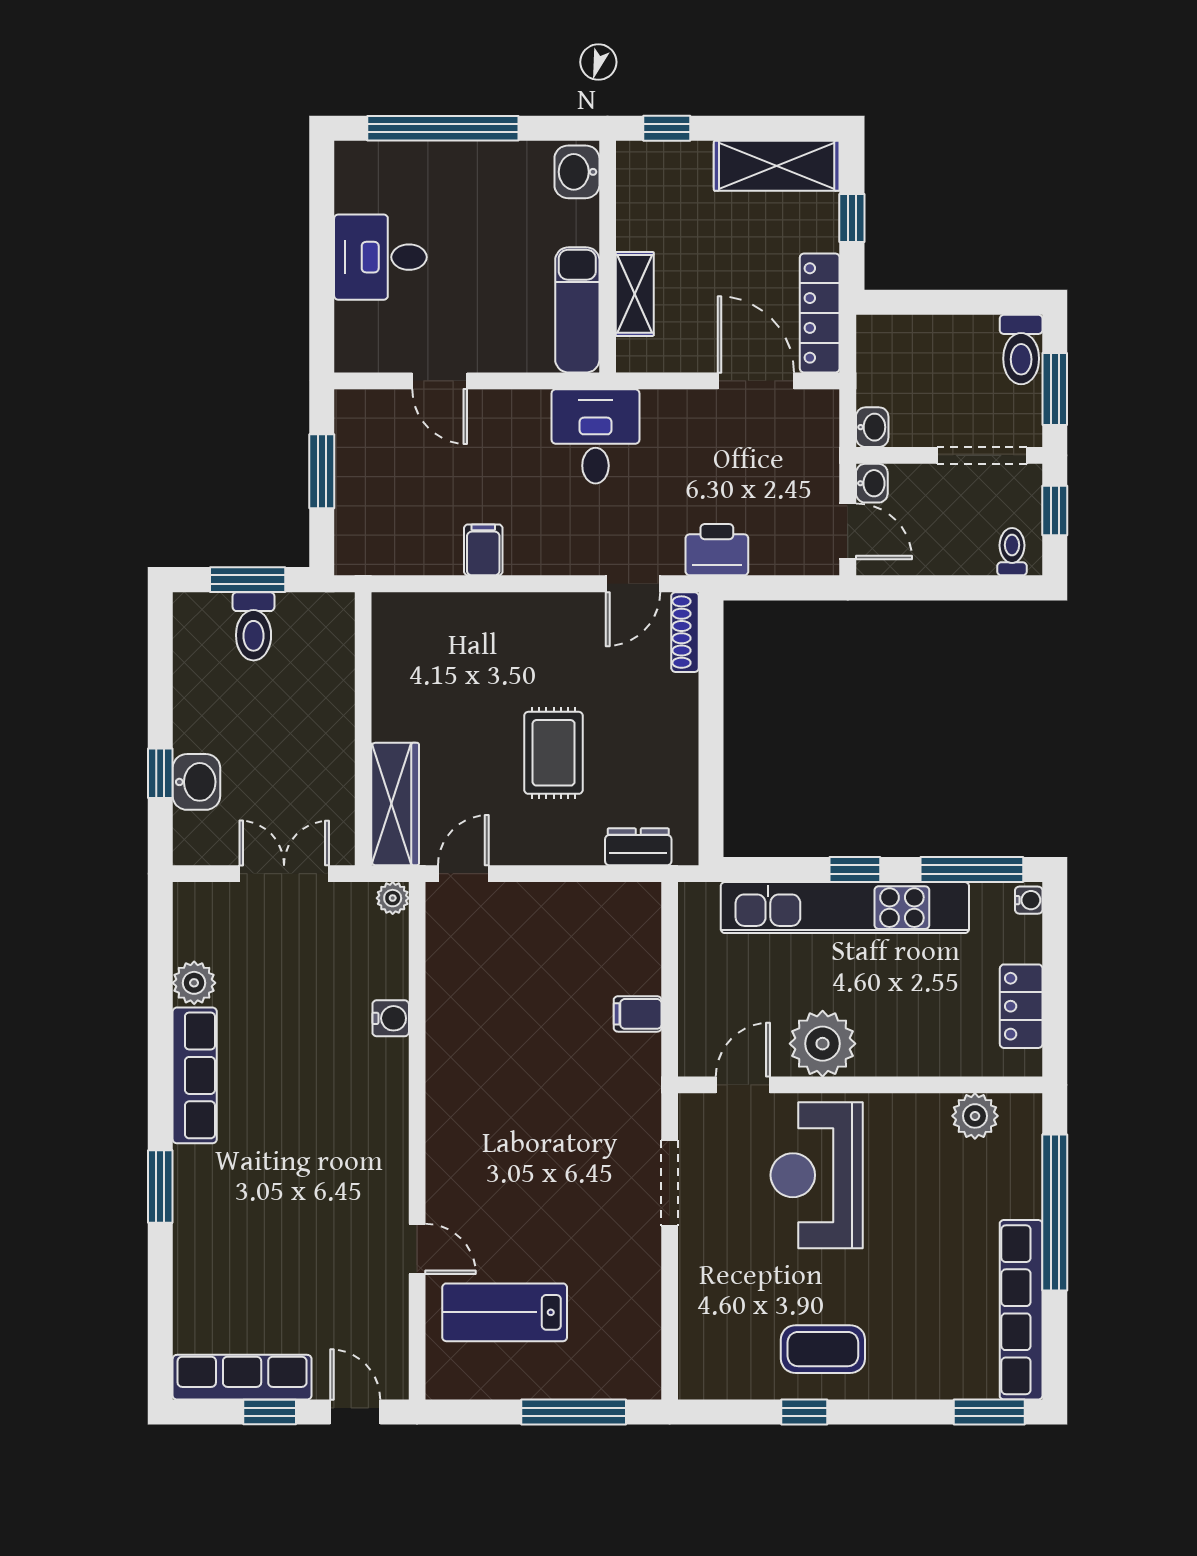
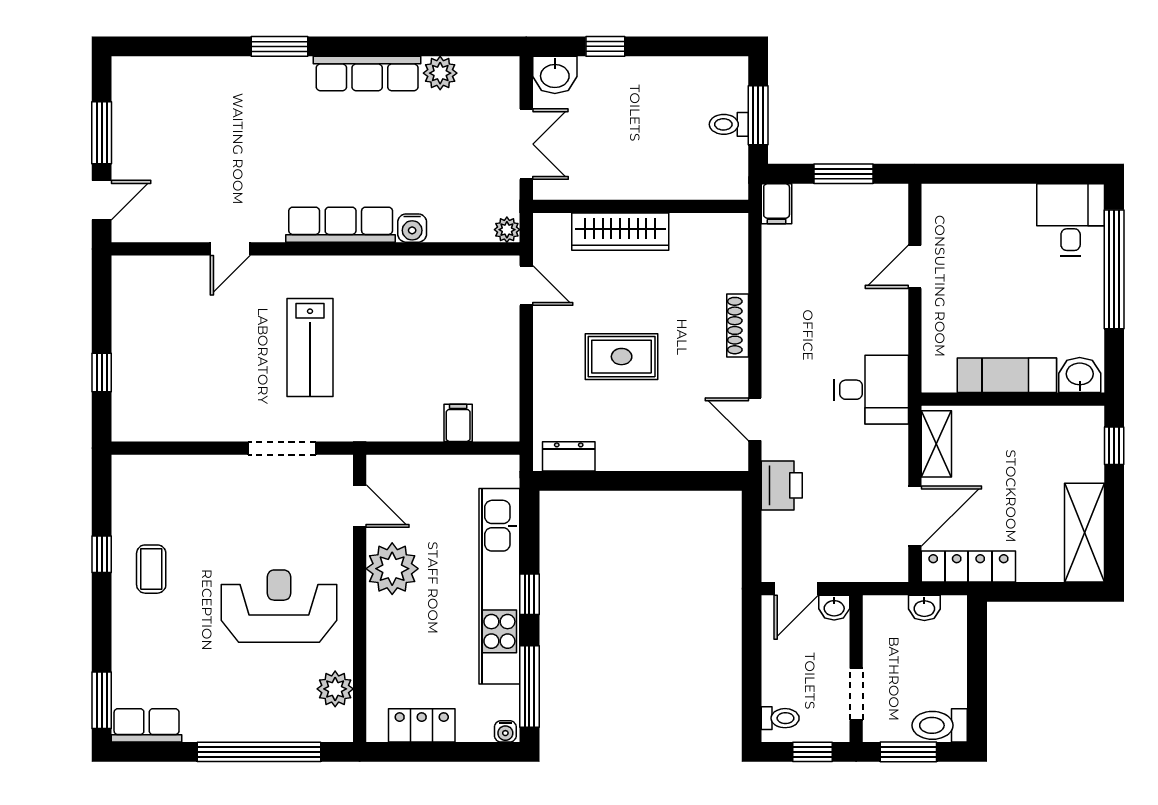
window: (852, 218) -> (1043, 592), removed
desk: (380, 257) -> (1071, 220), moved
shelving: (635, 294) -> (936, 444), moved, turned 90
exam couch: (577, 310) -> (1007, 375), moved
washbasin: (872, 427) -> (924, 608), moved
doorway: (982, 455) -> (856, 694), width x0.73
filing cabinet: (483, 550) -> (777, 204), moved, turned 90
toilet: (254, 626) -> (729, 124), width x0.73, depth x0.72
shoe rack: (685, 632) -> (738, 326), moved, turned -90
washbasin: (196, 782) -> (555, 75), moved
wardrobe: (395, 804) -> (620, 232), moved
dresser: (638, 847) -> (569, 456), moved, turned -90
filing cabinet: (638, 1014) -> (458, 423), moved
reception desk: (817, 1175) -> (279, 606), moved
row of seats: (1021, 1310) -> (147, 725), width x0.50
lab bench: (505, 1312) -> (310, 348), moved, turned 180
coffee table: (823, 1349) -> (151, 569), width x0.73, depth x0.77
row of seats: (242, 1377) -> (341, 225), moved, turned -90
window: (270, 1412) -> (102, 133), width x1.50
window: (574, 1412) -> (102, 372), width x0.46

